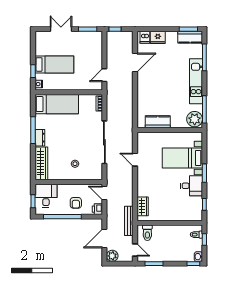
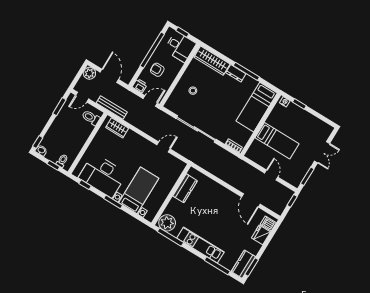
bed: (54, 64) -> (277, 141), moved, turned -90
door: (104, 75) -> (271, 175), moved
desk: (191, 186) -> (103, 175), width x1.87, depth x1.30

